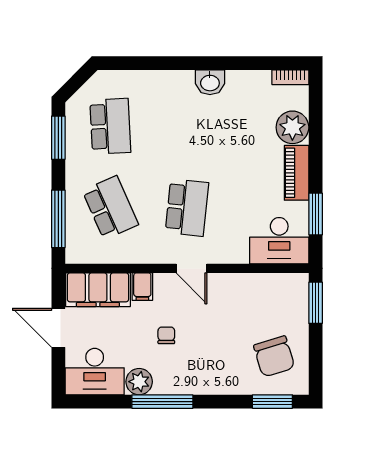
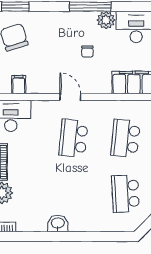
school desk: (110, 208) -> (126, 138), turned 30
filing cabinet: (142, 287) -> (19, 85), moved

